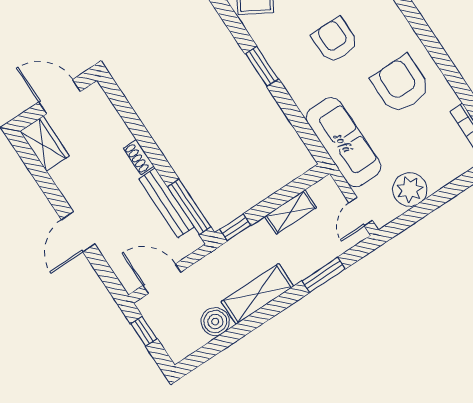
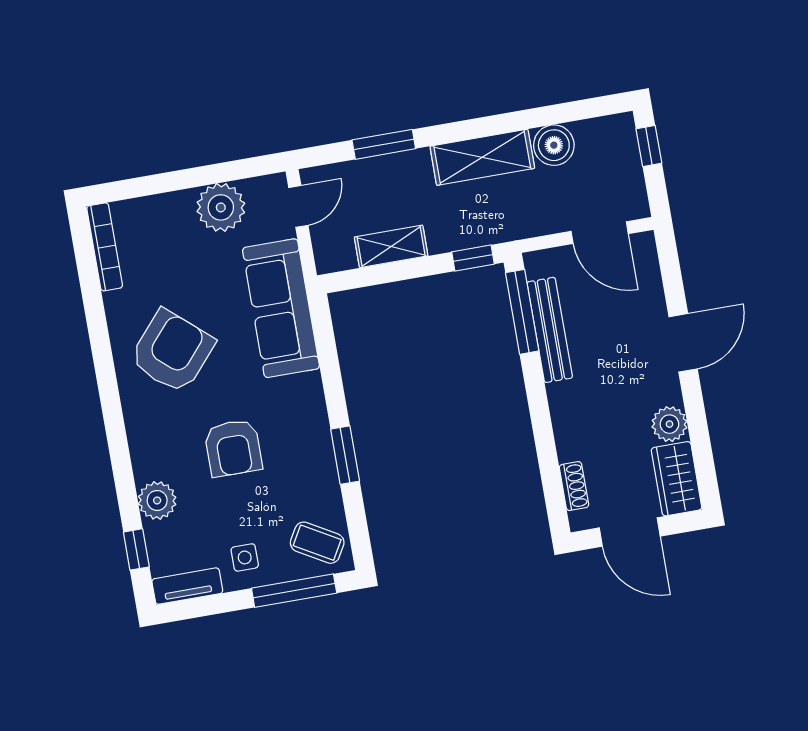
armchair: (401, 84) -> (172, 351), turned -139
shoe rack: (139, 157) -> (574, 486), moved
plant: (64, 176) -> (669, 424), added
window: (144, 331) -> (649, 146), moved

